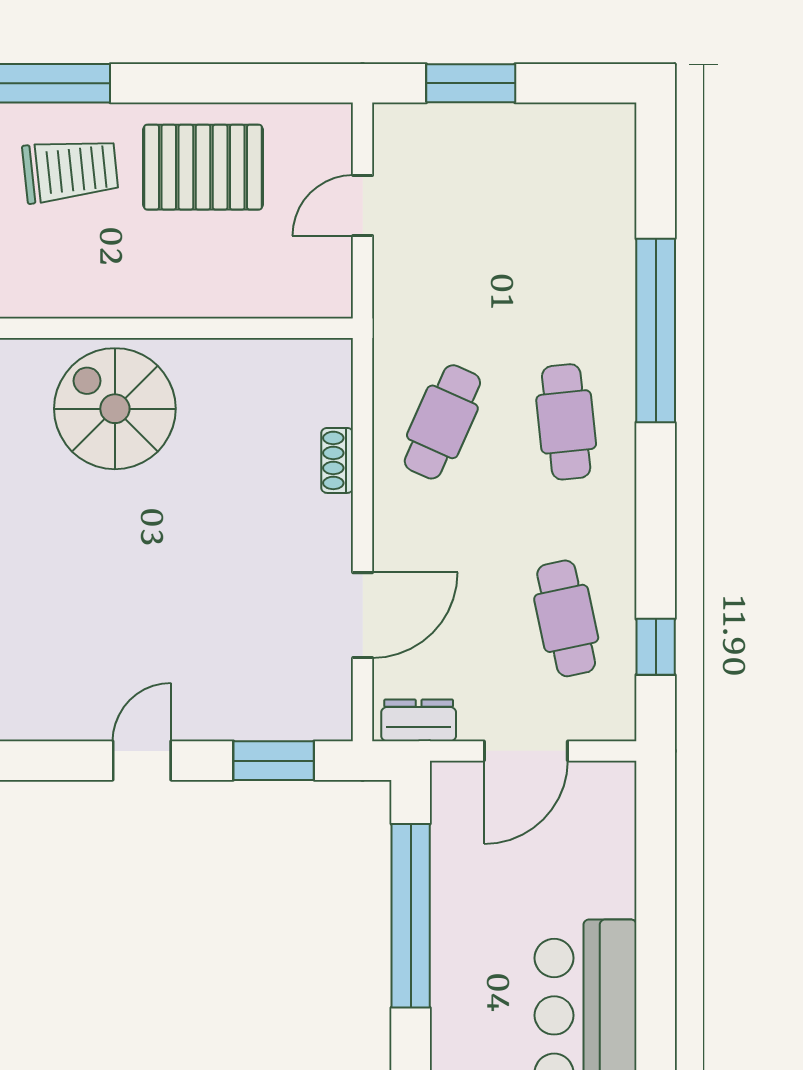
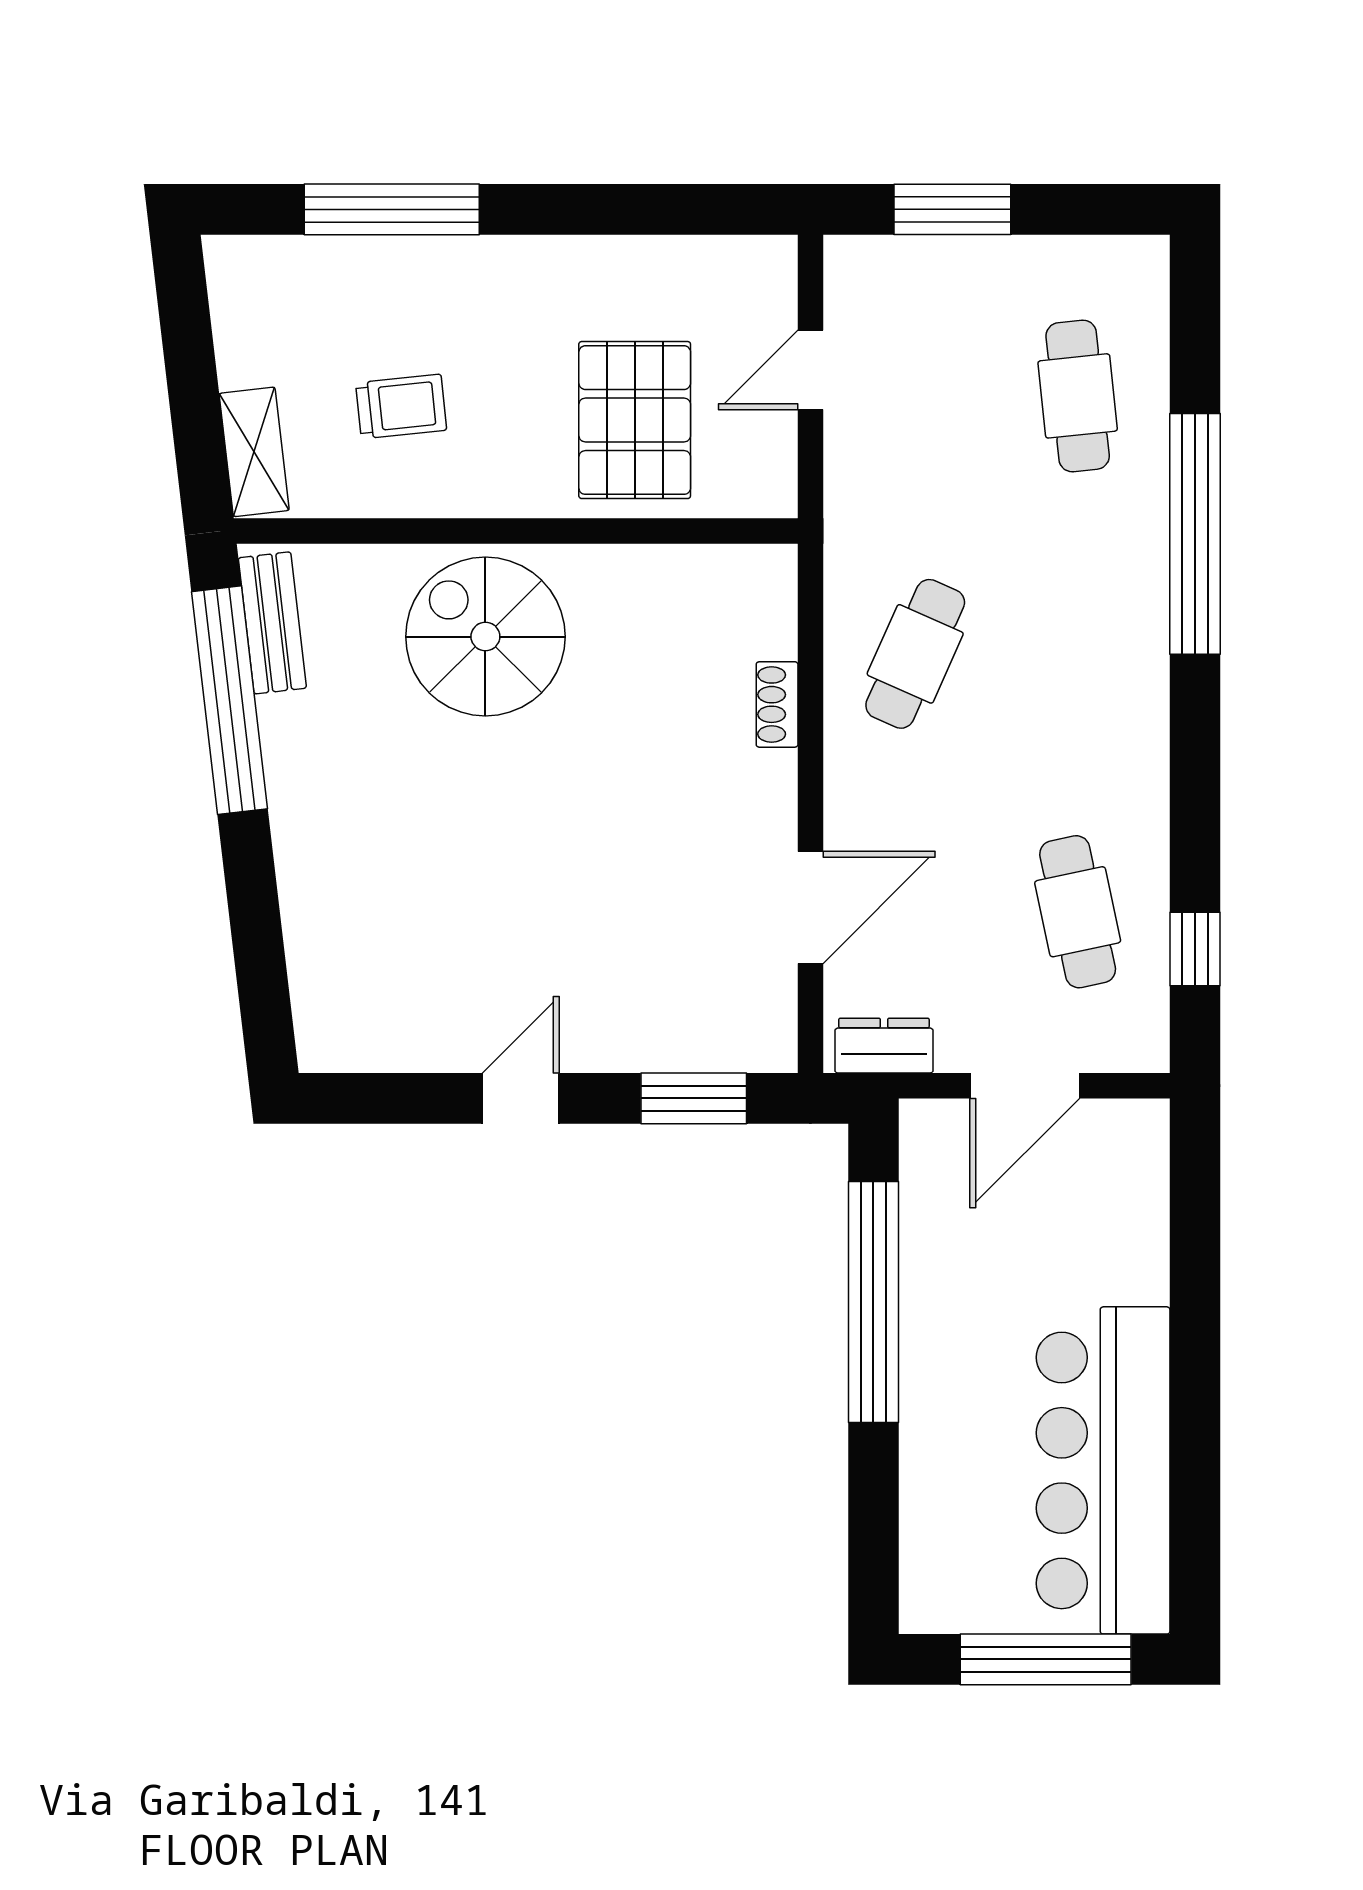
pallet: (203, 167) -> (635, 420), moved, turned 90
trolley: (70, 170) -> (401, 406), moved, width x0.73, depth x0.72
cafe table: (566, 422) -> (1078, 396), moved

